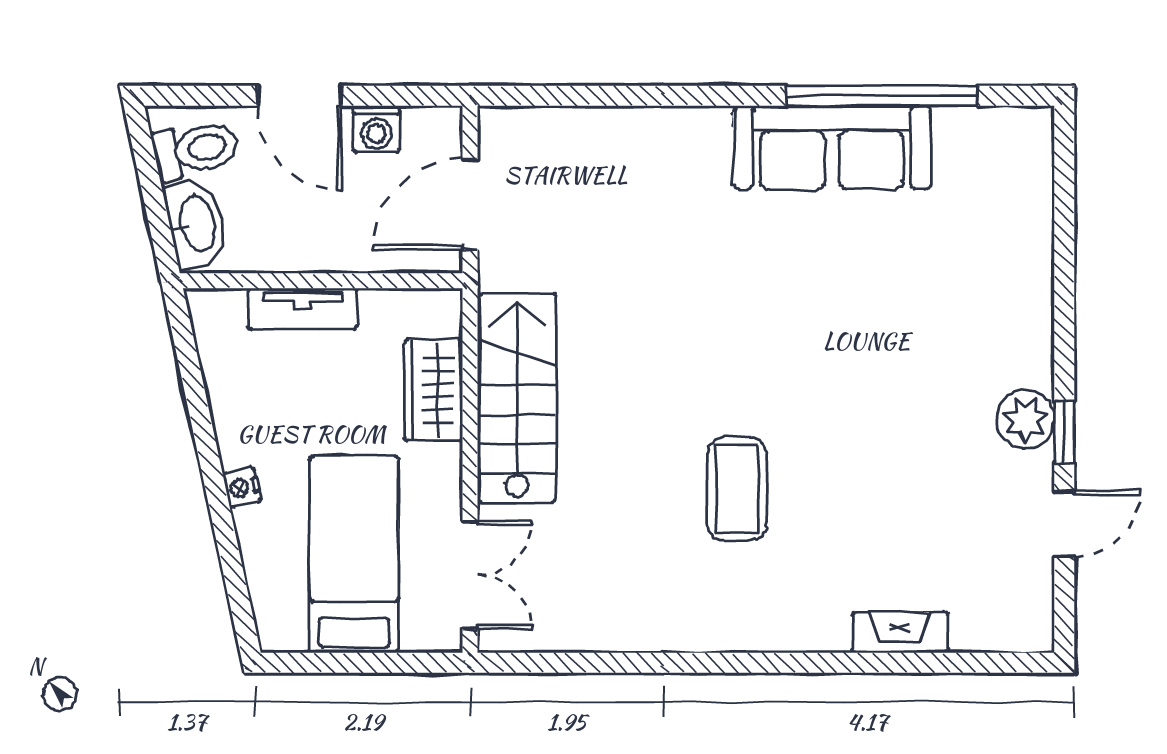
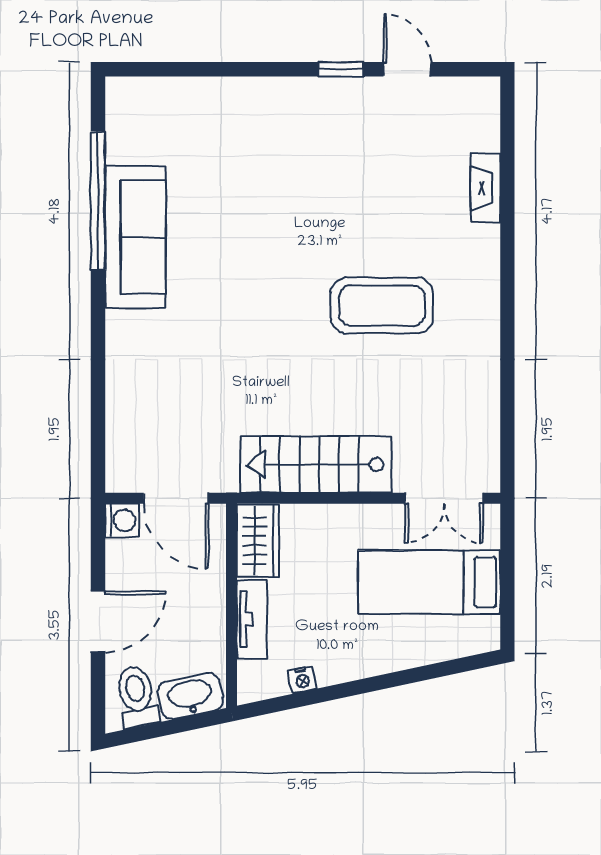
washing machine: (376, 129) -> (122, 520), moved
wardrobe: (433, 390) -> (258, 541), moved, turned -90
plant: (1025, 419) -> (331, 97), removed
nightstand: (242, 488) -> (302, 680), moved
coffee table: (737, 489) -> (382, 306), width x1.36, depth x1.32
double door: (470, 575) -> (444, 498), swing flipped

